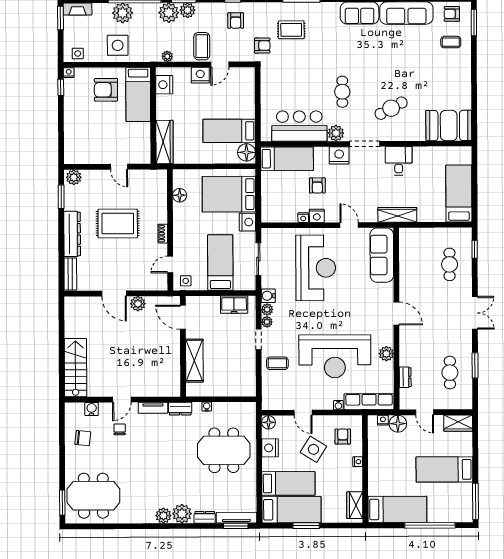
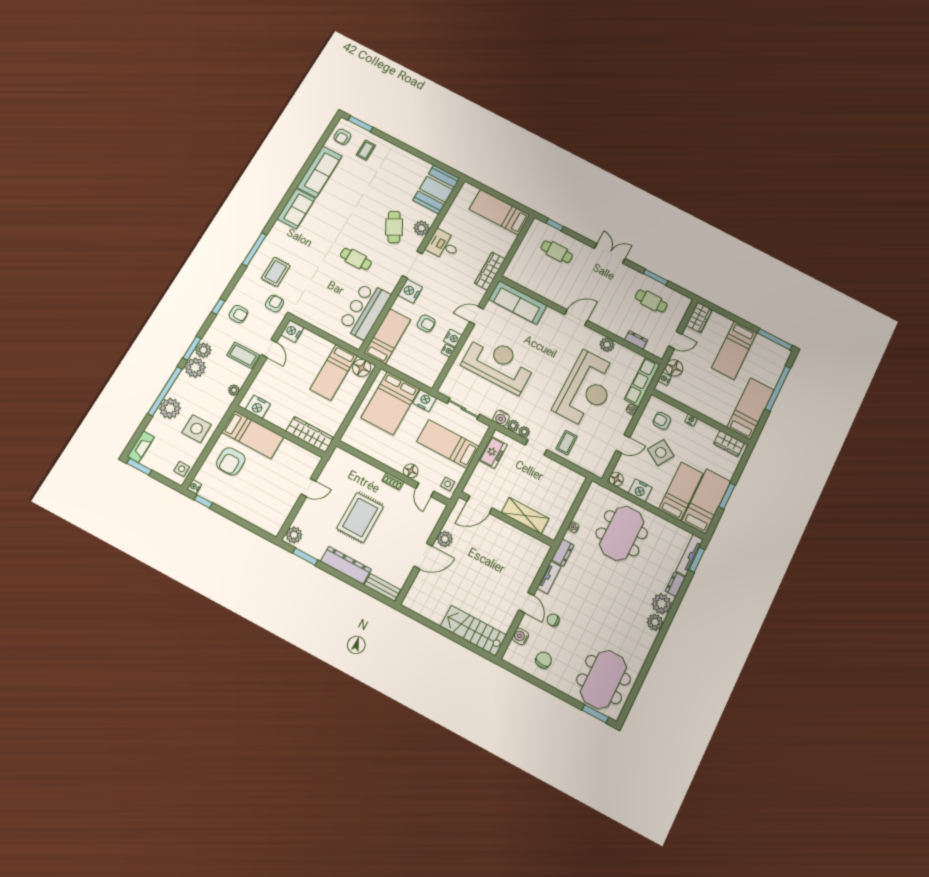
nightstand: (200, 75) -> (292, 331), moved
plant: (336, 133) -> (422, 228), moved
floor lamp: (180, 195) -> (411, 471), moved

